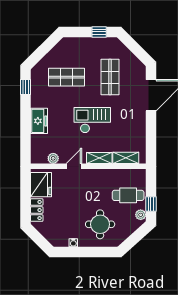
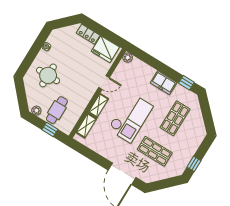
checkout: (92, 120) -> (130, 118), width x1.36, depth x1.21
freezer: (39, 121) -> (164, 83), moved
plant: (53, 158) -> (128, 58), moved
door: (74, 166) -> (104, 82), hinge flipped
window: (151, 204) -> (50, 129), moved

